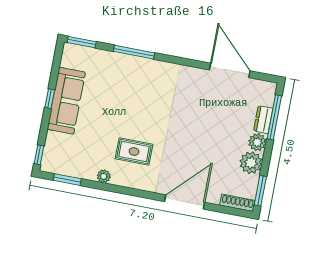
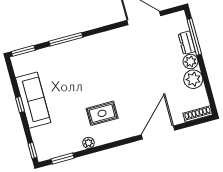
window: (260, 191) -> (210, 97), removed

